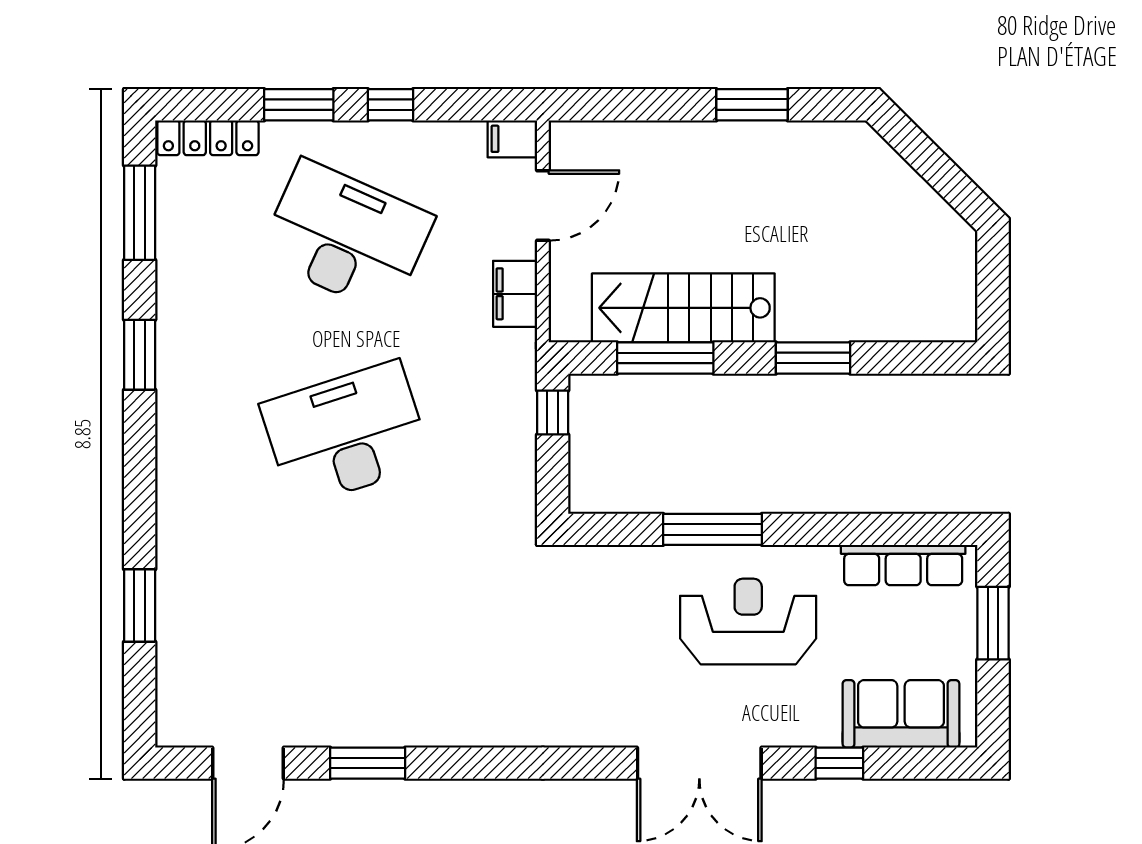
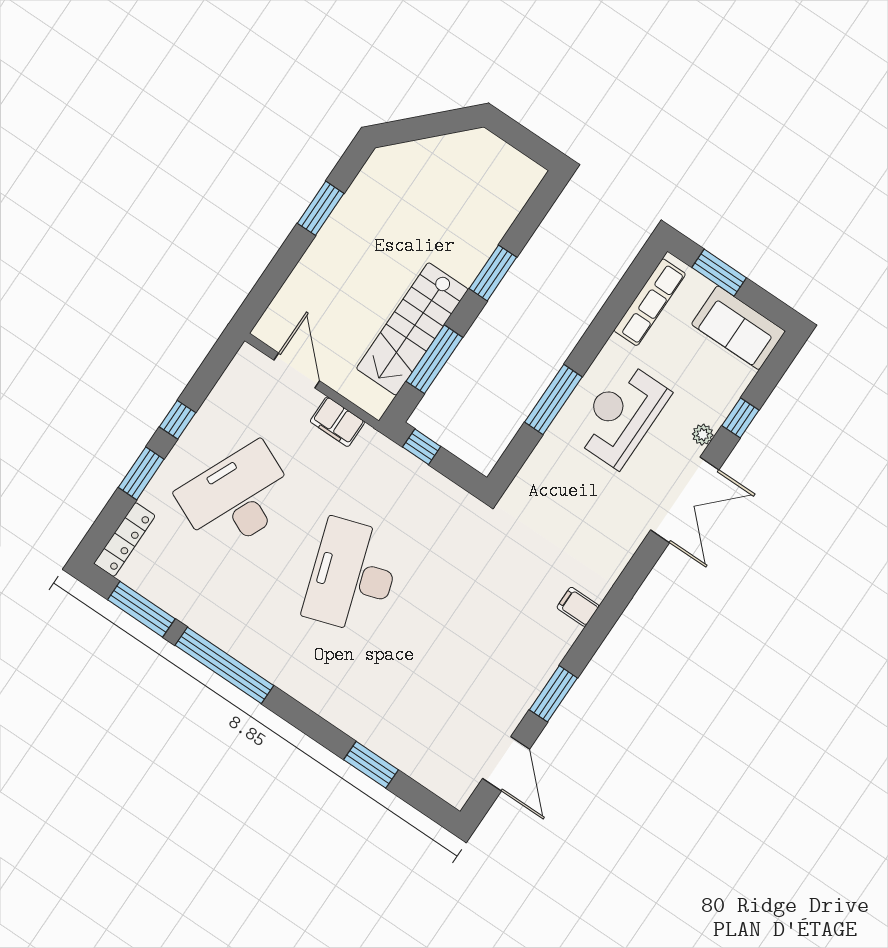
filing cabinet: (512, 139) -> (578, 607), moved, turned 90
window: (140, 355) -> (224, 665), width x2.11
sofa: (901, 714) -> (738, 328), moved, turned -90
plant: (790, 732) -> (703, 435), added

